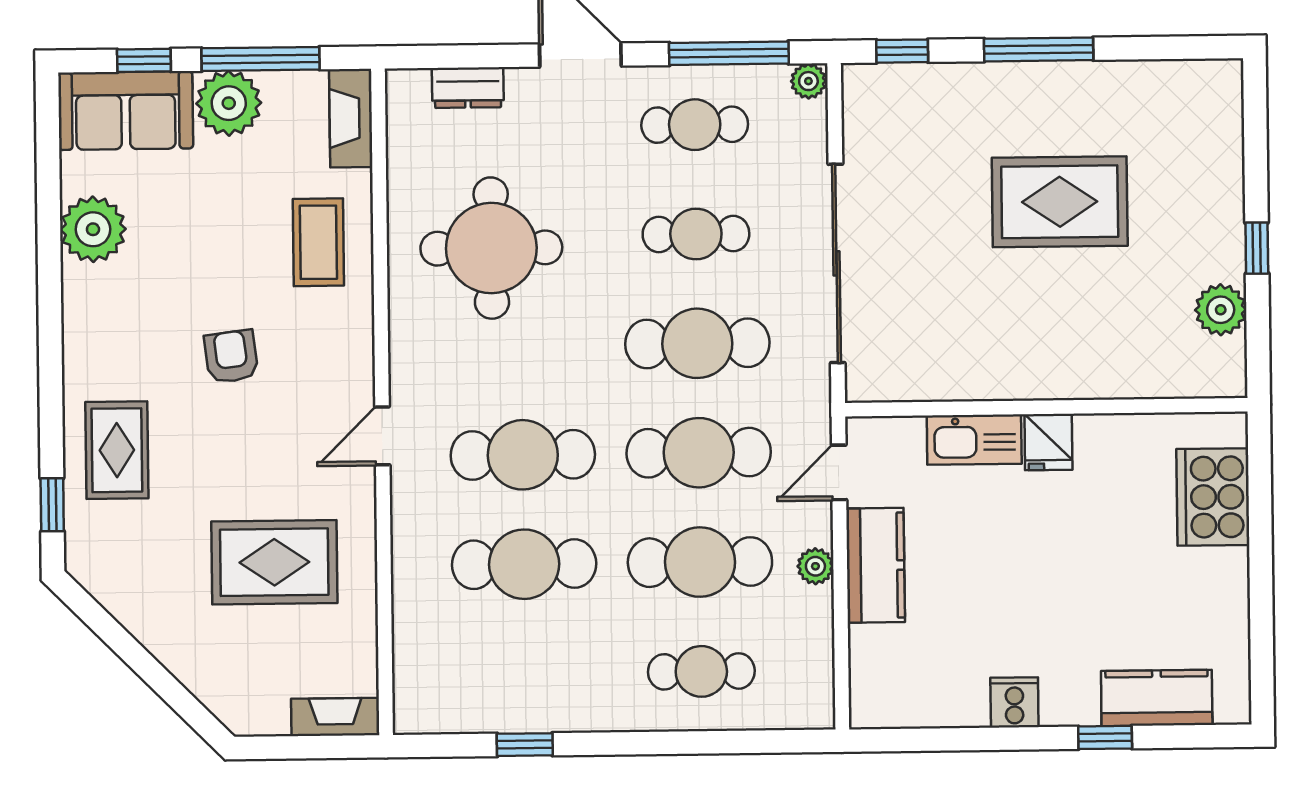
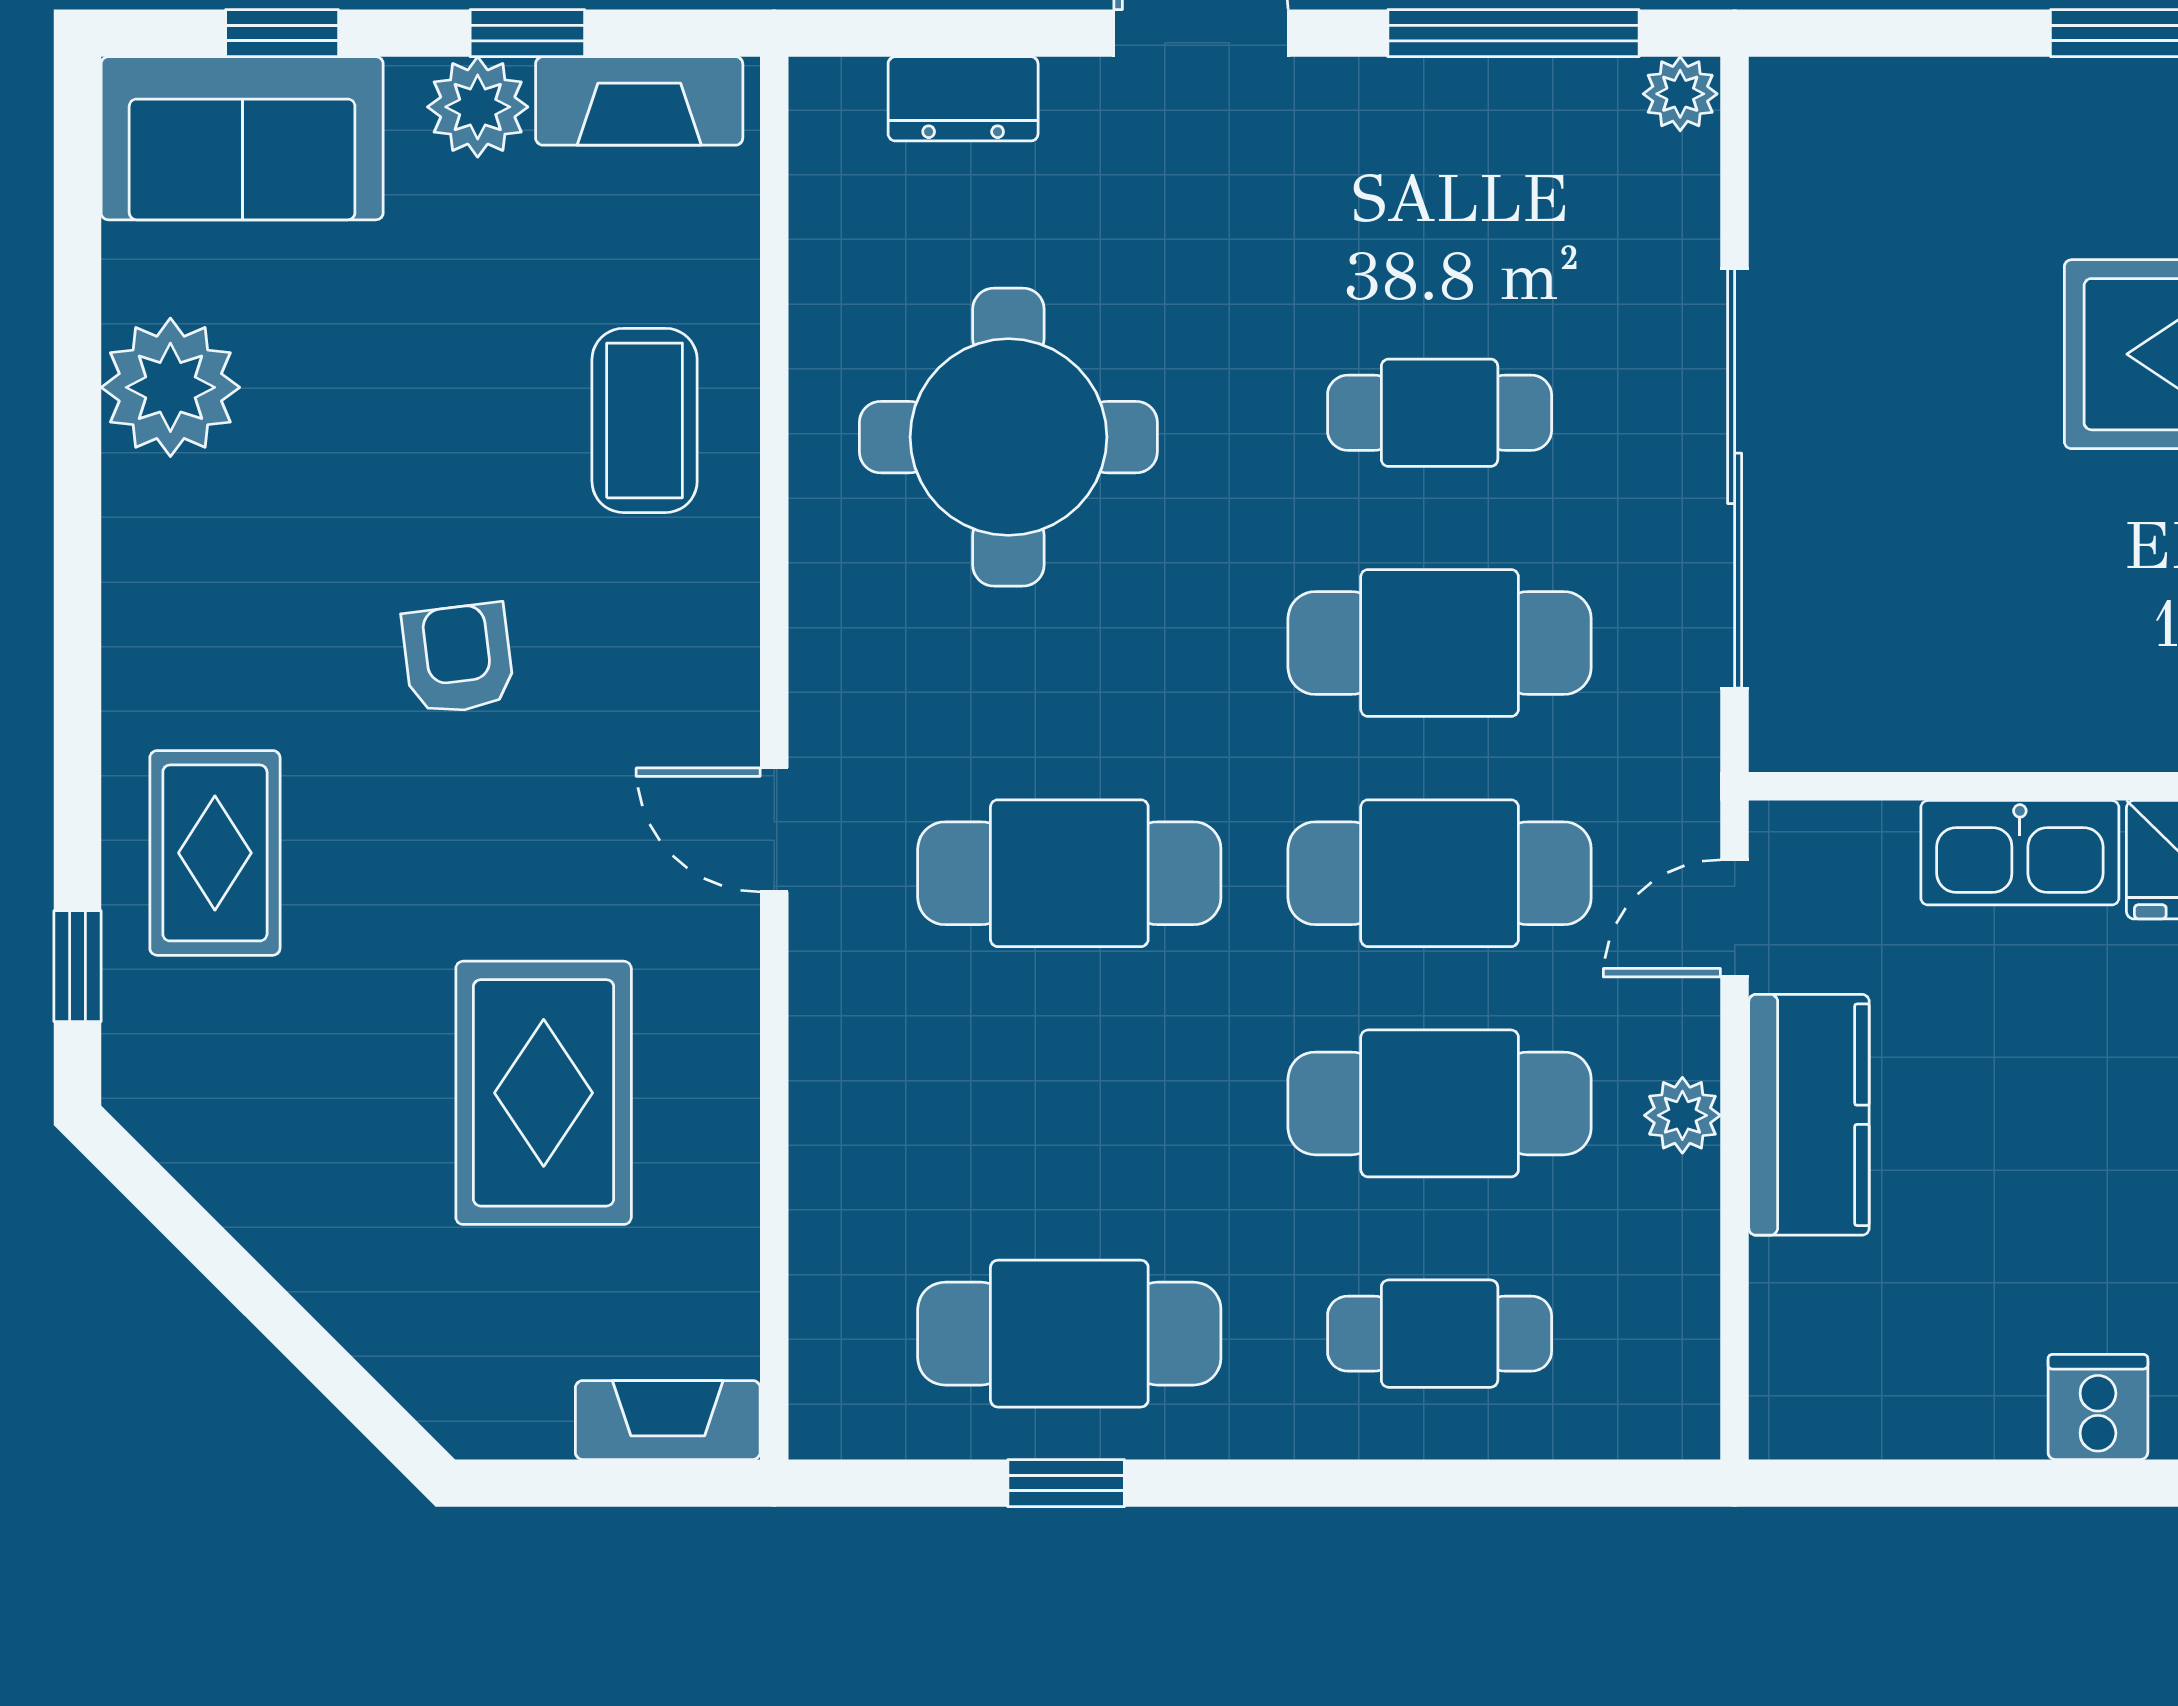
window: (902, 51) -> (1878, 33), removed
window: (261, 59) -> (527, 33), width x0.46
plant: (229, 103) -> (478, 107), width x0.73, depth x0.73
fireplace: (351, 118) -> (639, 101), moved, turned -90
cafe table: (695, 125) -> (1440, 183), removed
door: (382, 436) -> (774, 830), hinge flipped
rug: (274, 562) -> (544, 1093), turned 90
cafe table: (524, 564) -> (1069, 1334), moved

